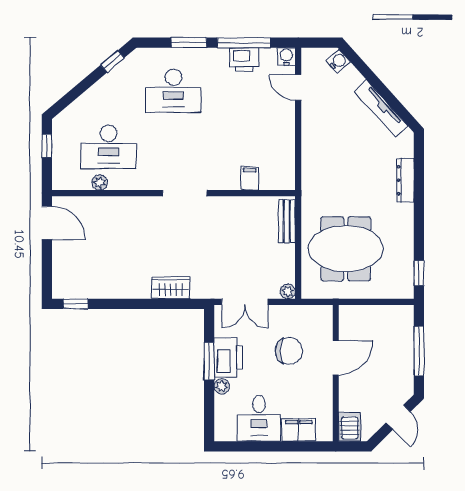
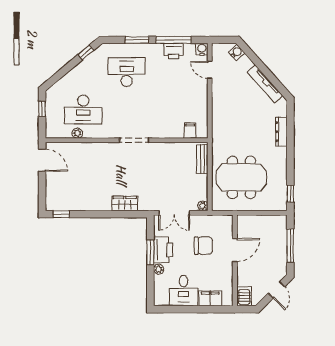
desk: (174, 91) -> (127, 72), turned 180
filing cabinet: (250, 178) -> (190, 130), moved

